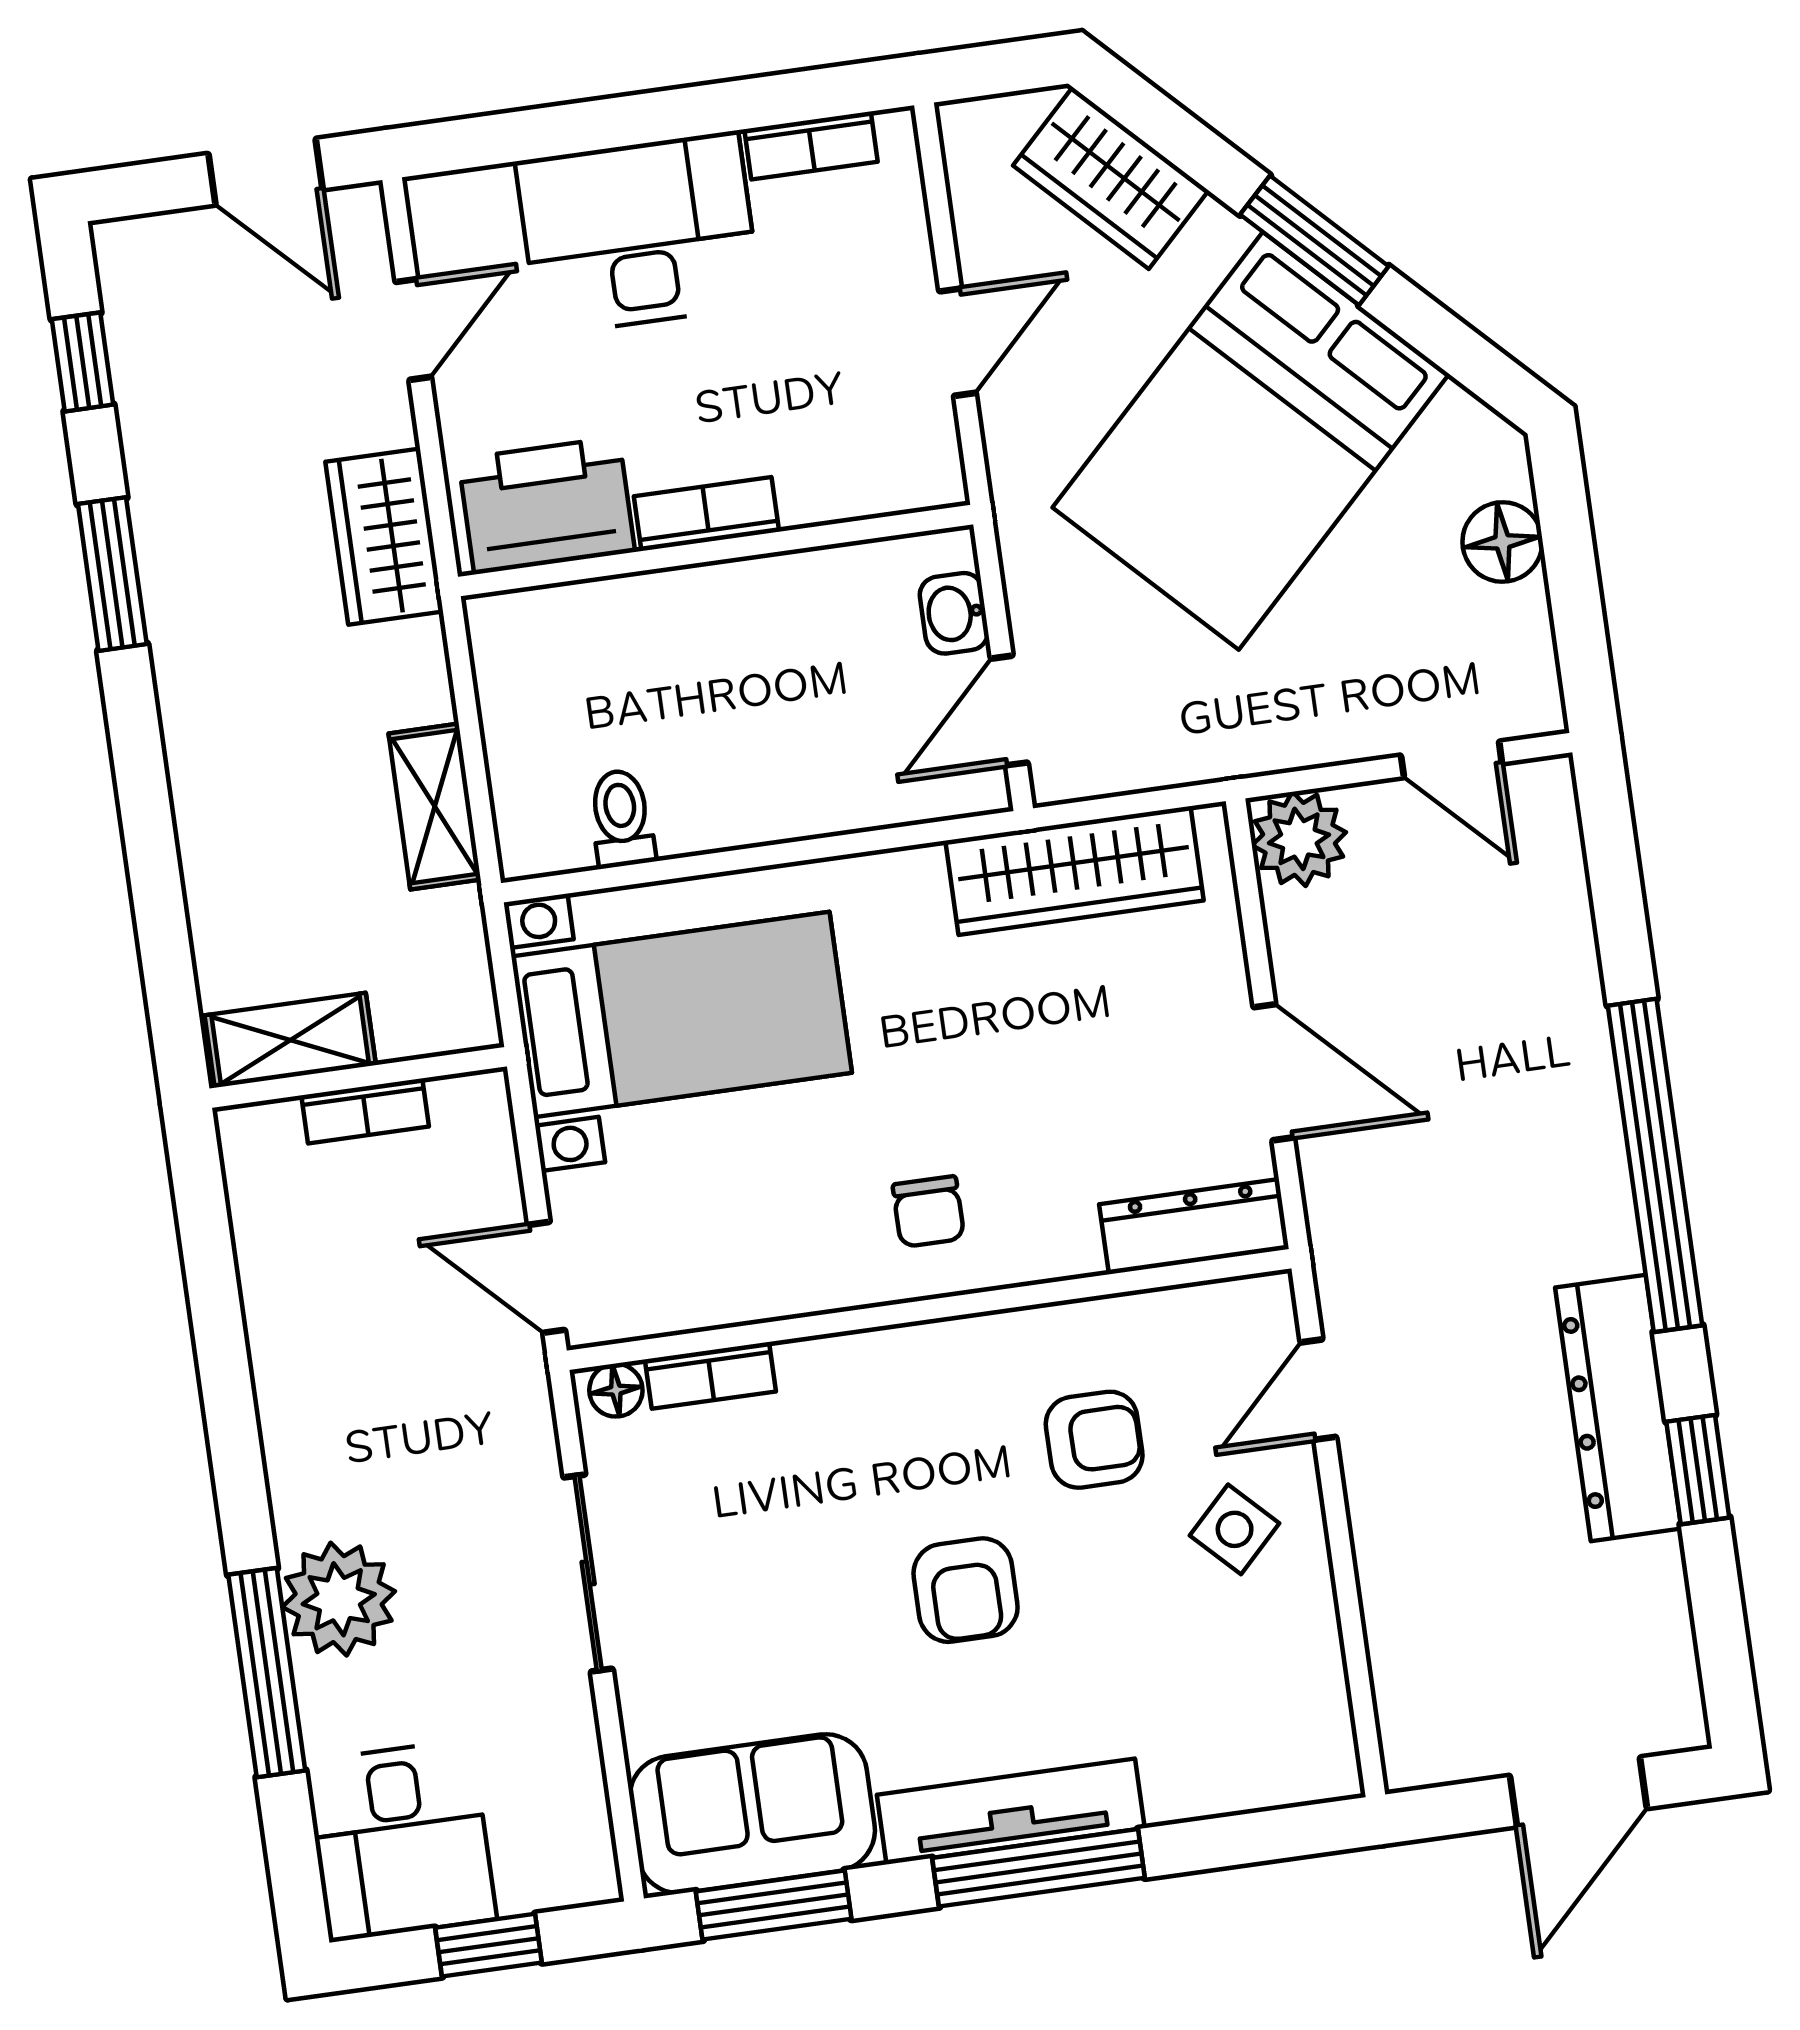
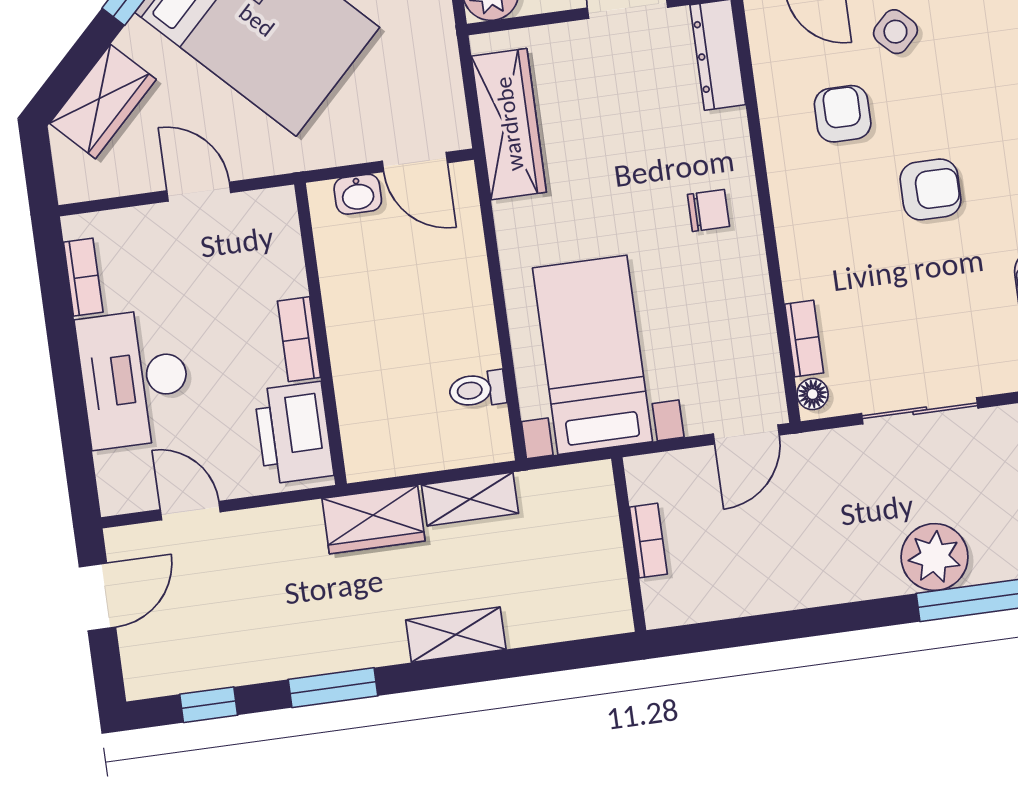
wardrobe: (384, 537) -> (374, 520), moved
shelving: (290, 1040) -> (456, 635), moved, turned 90

